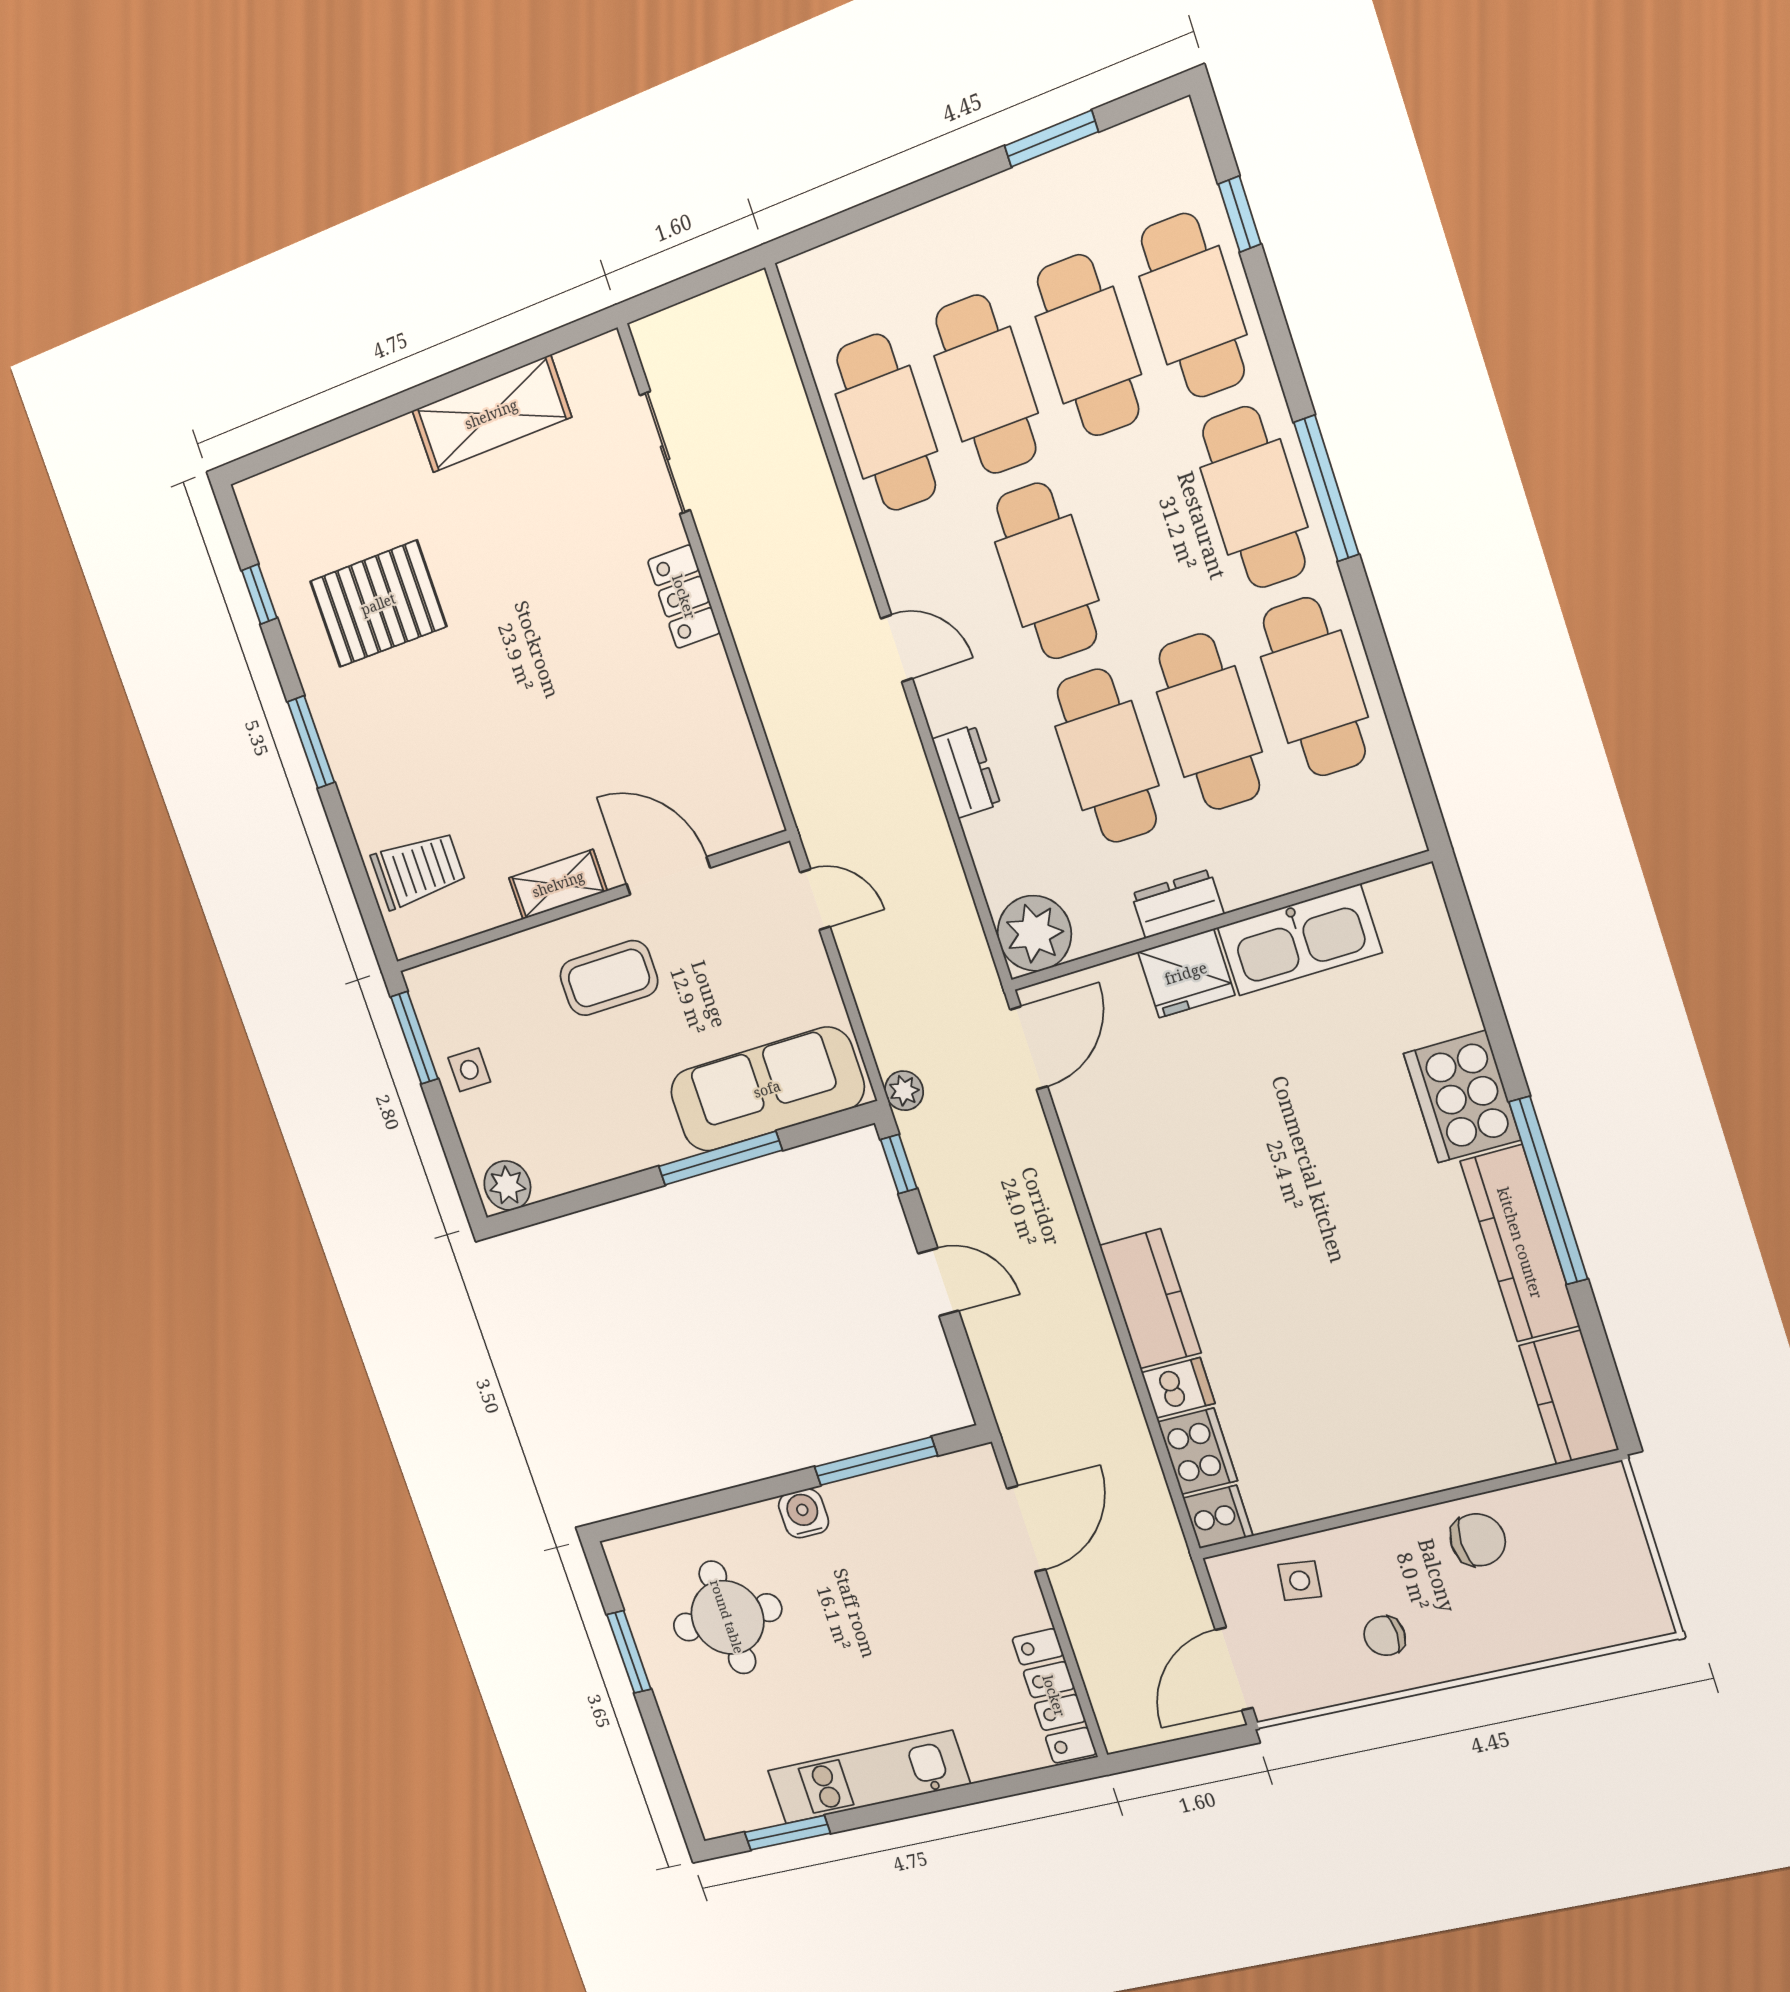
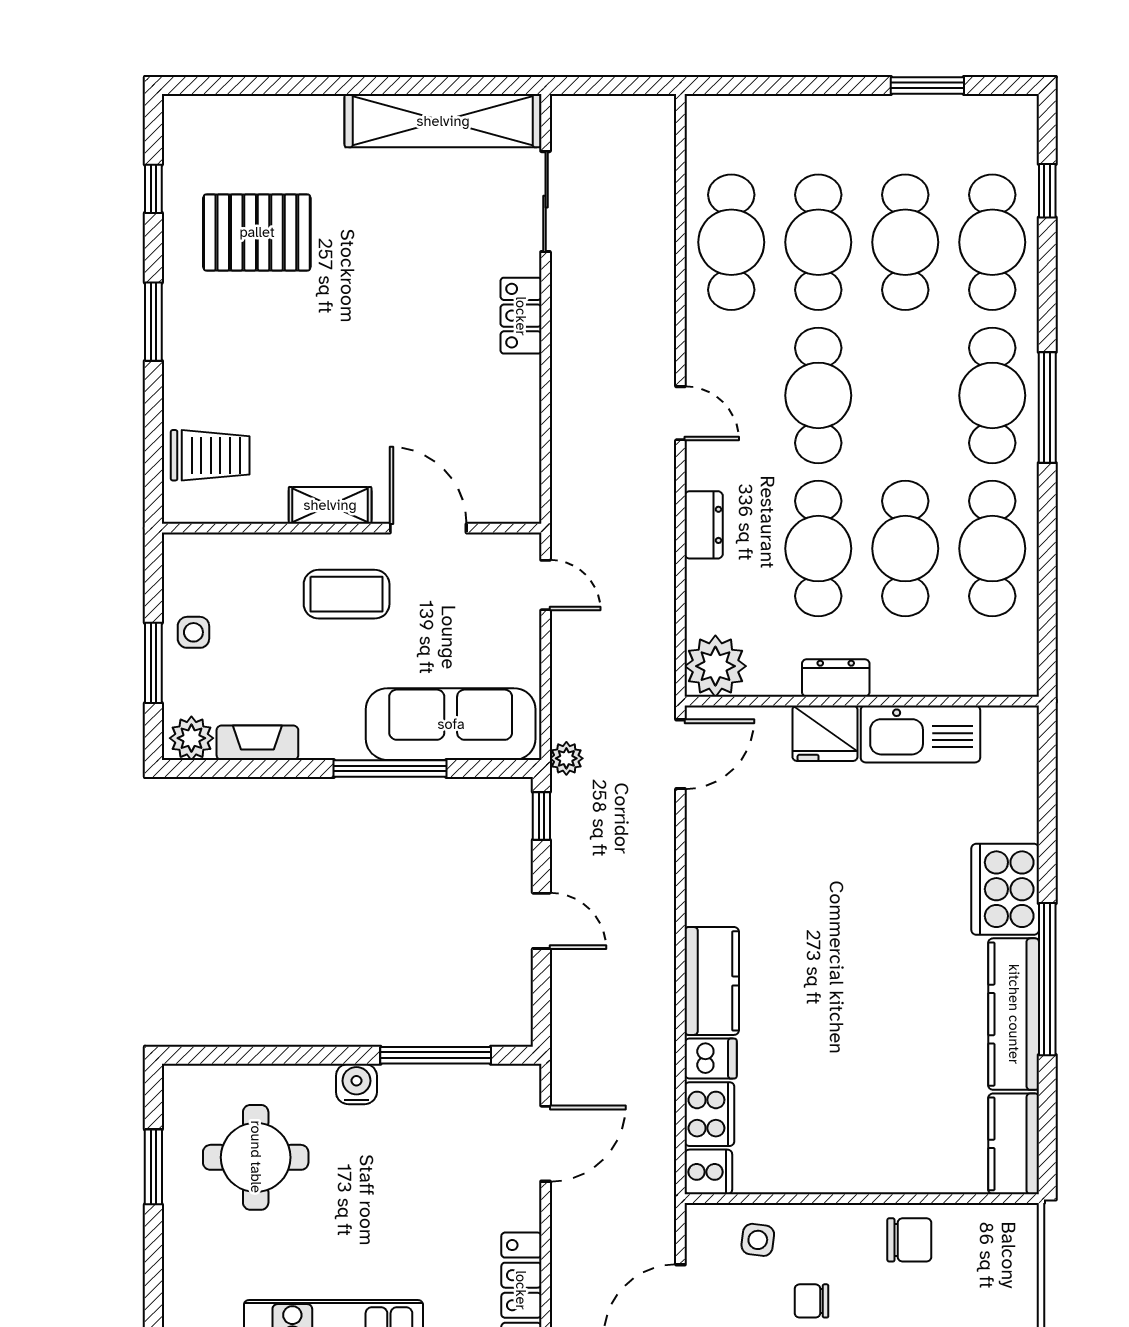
shelving: (491, 414) -> (443, 121), width x1.47
window: (414, 1038) -> (153, 663), moved
fireplace: (575, 1170) -> (257, 743), added

